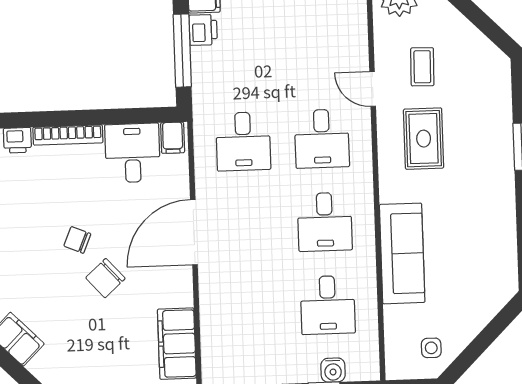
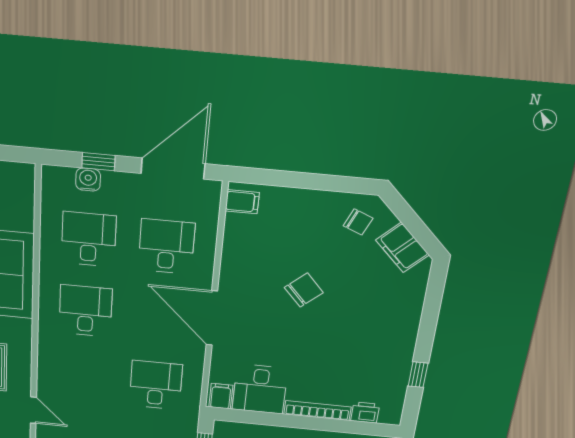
desk: (322, 139) -> (166, 247), moved
door: (194, 232) -> (212, 318), swing flipped
chair: (77, 240) -> (358, 222), moved
filing cabinet: (177, 344) -> (242, 202), width x0.33, depth x0.86

